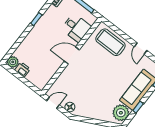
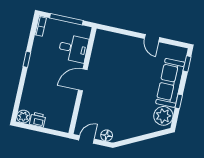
coffee table: (110, 42) -> (117, 47), removed

